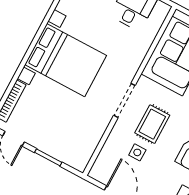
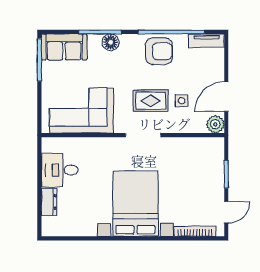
plant: (99, 172) -> (215, 124), added

